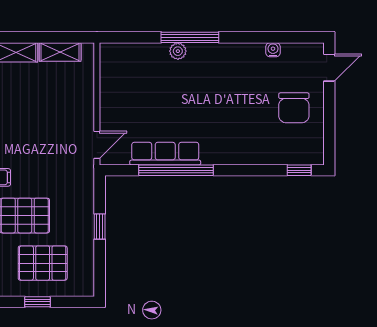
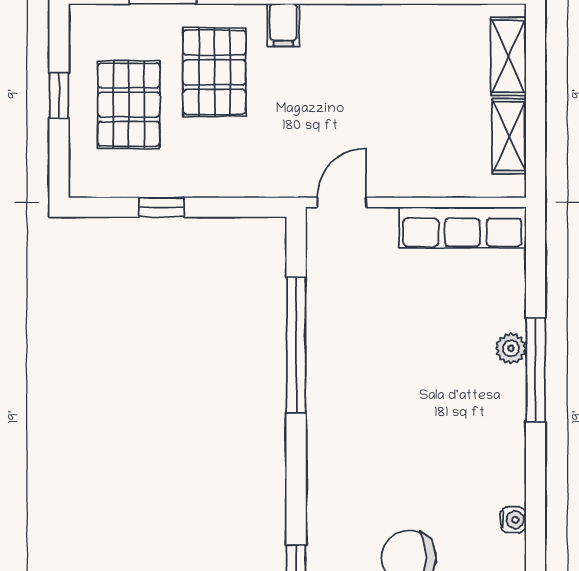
door: (97, 145) -> (342, 202), swing flipped
row of seats: (165, 154) -> (462, 227), moved, turned 90
window: (100, 226) -> (161, 207), moved

